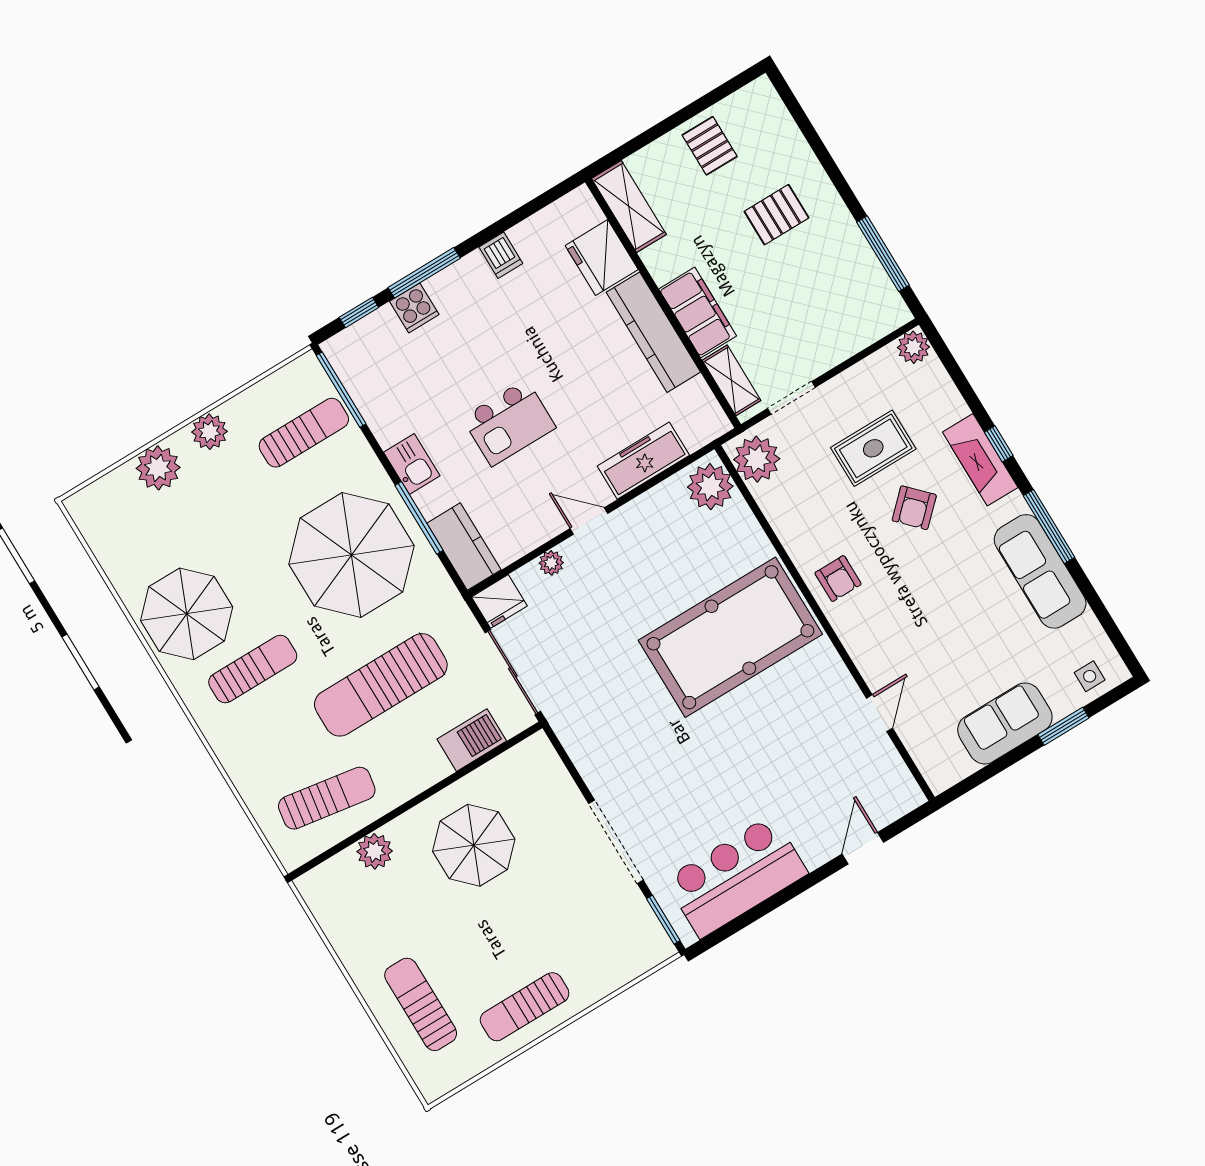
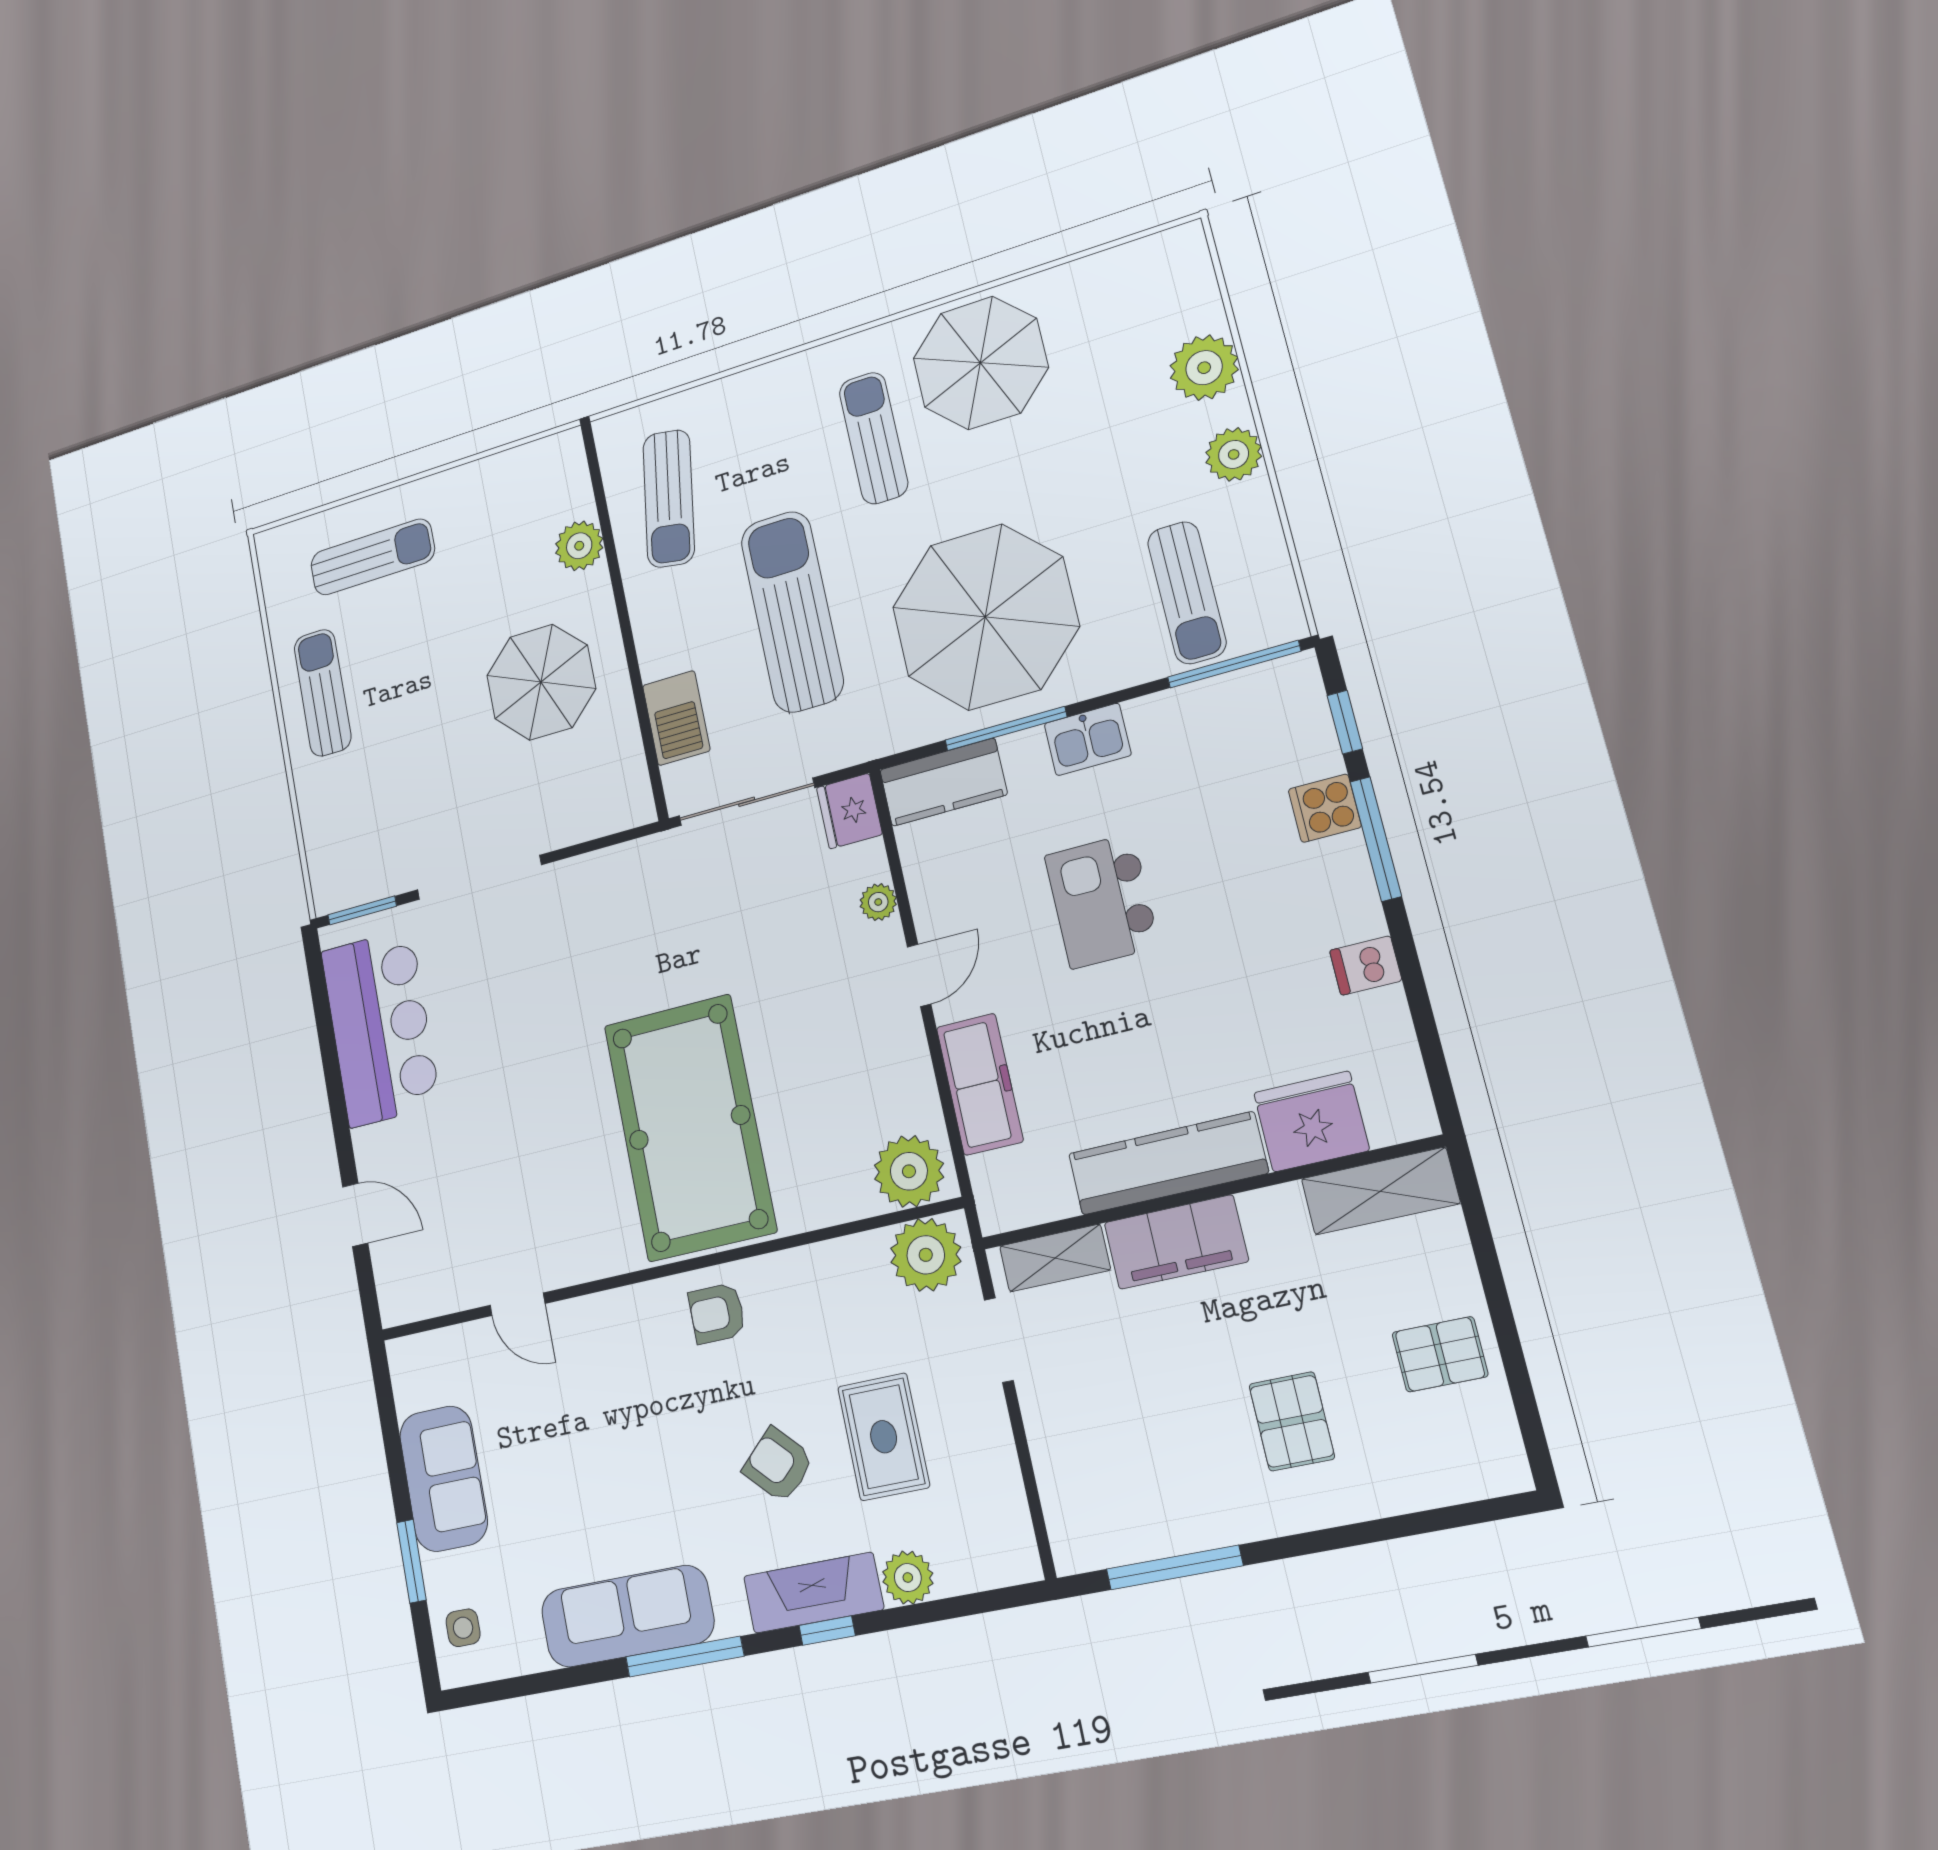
plant: (913, 347) -> (908, 1578), moved
sun lounger: (253, 669) -> (874, 438), turned 180

